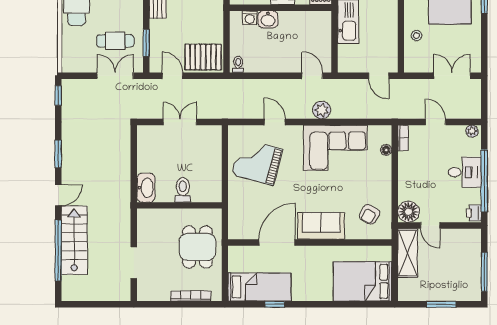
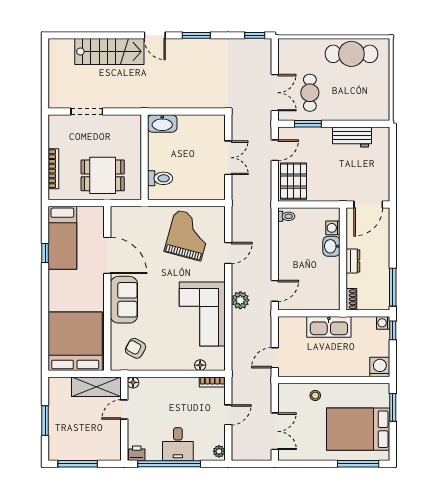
toilet: (183, 190) -> (160, 178), moved
floor lamp: (408, 212) -> (133, 382), width x0.53, depth x0.53
window: (58, 250) -> (99, 35), removed
bed: (362, 281) -> (75, 341), width x1.36

